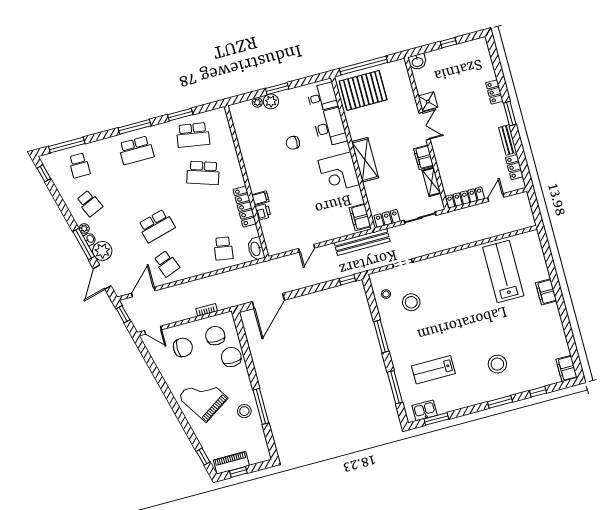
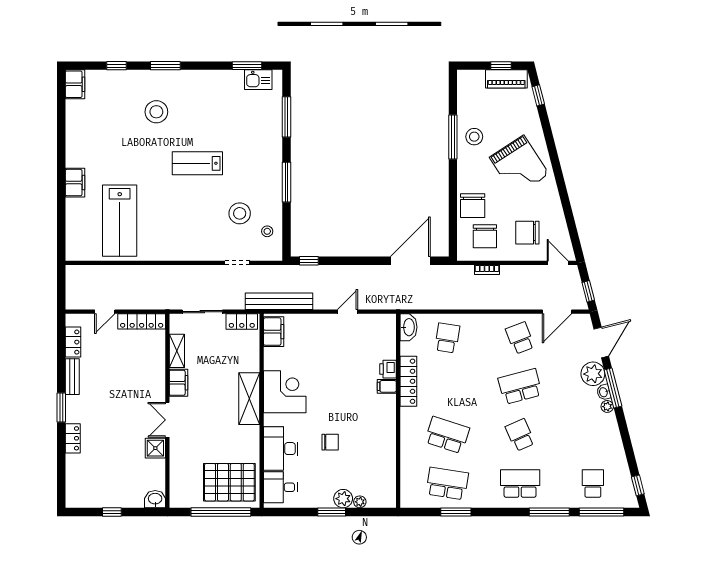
window: (135, 127) -> (549, 512), moved
school desk: (89, 203) -> (520, 435), moved
lab bench: (433, 370) -> (197, 163), moved, turned 180

